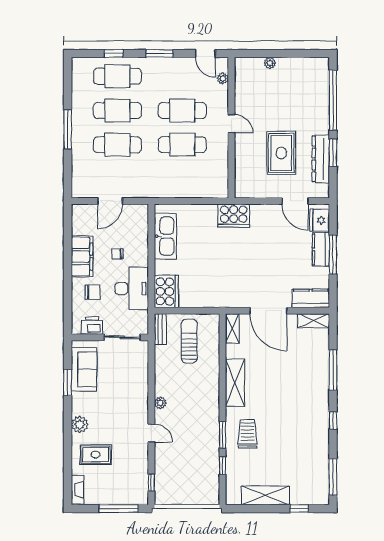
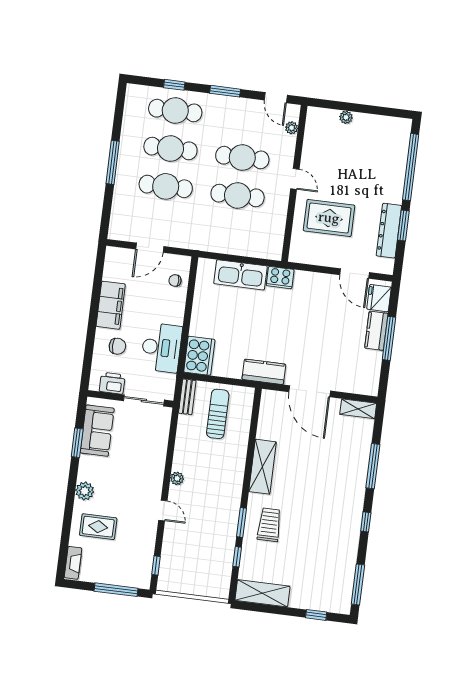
rug: (281, 153) -> (329, 218), moved, turned 90
cooker: (234, 216) -> (280, 278), width x0.73, depth x0.76
kitchen sink: (165, 236) -> (240, 275), moved, turned 90
chair: (117, 254) -> (175, 281), moved
kitchen counter: (311, 298) -> (264, 372), moved
shelving: (232, 328) -> (267, 406), removed
shelving: (265, 495) -> (262, 593), moved

